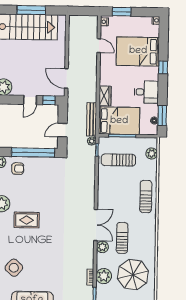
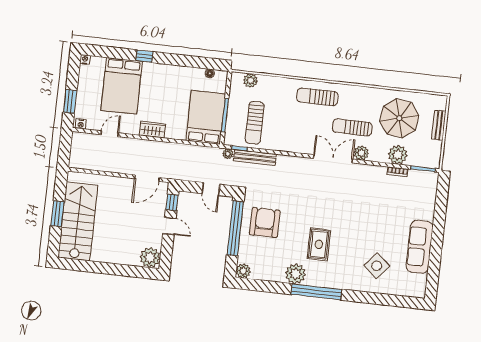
window: (31, 10) -> (57, 214), width x0.69
desk: (146, 92) -> (173, 80), removed
wardrobe: (105, 96) -> (152, 130), moved
window: (162, 115) -> (204, 63), removed
bench: (92, 119) -> (255, 158), moved
armchair: (18, 169) -> (265, 223), moved, width x1.88, depth x1.88
sun lounger: (146, 196) -> (317, 97), moved

